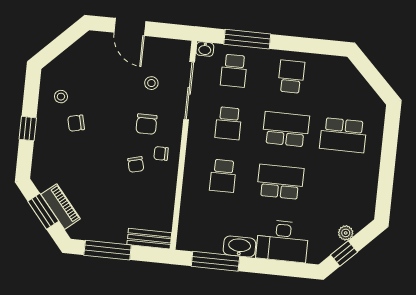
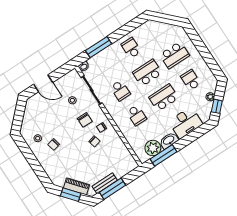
school desk: (234, 71) -> (191, 80), moved, turned 180
window: (28, 129) -> (35, 164), removed
bench: (149, 239) -> (105, 183), moved
plant: (209, 239) -> (153, 148), added

